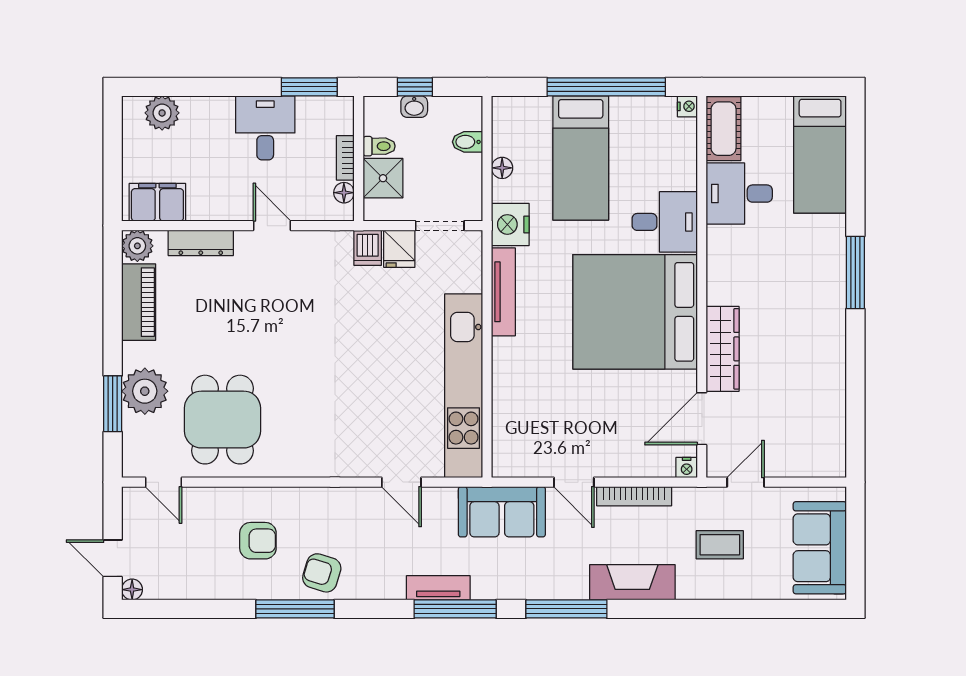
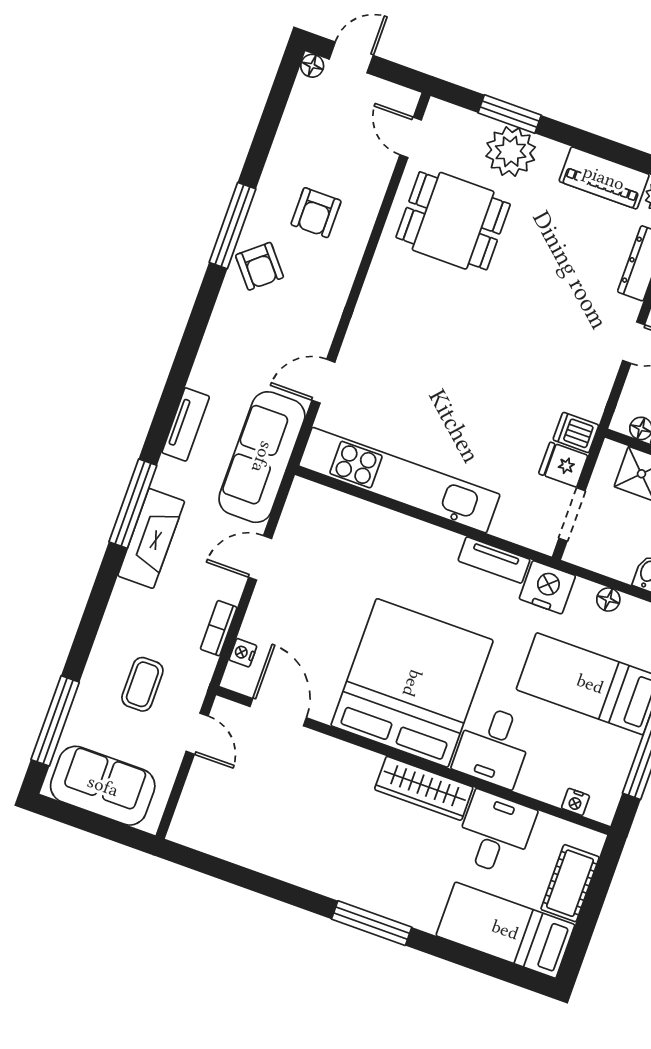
nightstand: (687, 106) -> (576, 802), moved
cot: (724, 129) -> (570, 883), moved, turned 90
tv unit: (503, 292) -> (494, 560), width x0.71
wardrobe: (723, 349) -> (424, 788), moved
nightstand: (687, 468) -> (243, 653), moved
door: (164, 482) -> (411, 137), hinge flipped
bookcase: (634, 496) -> (219, 628), width x0.64
sofa: (502, 512) -> (262, 457), width x1.36
armchair: (322, 573) -> (260, 266), turned 123
fireplace: (632, 582) -> (151, 538), moved
tv unit: (438, 588) -> (186, 424), moved
window: (455, 609) -> (55, 721), moved

